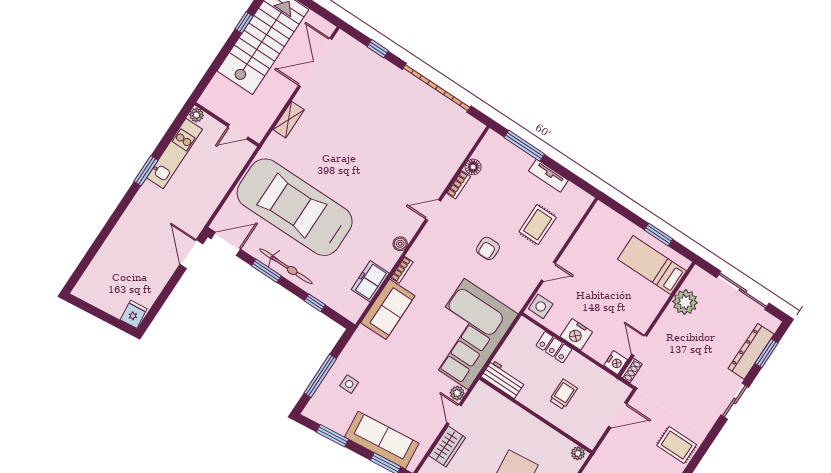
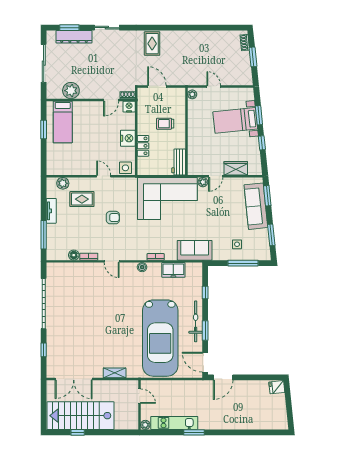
plant: (574, 214) -> (63, 183), added
sofa: (388, 309) -> (195, 250), moved

